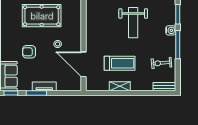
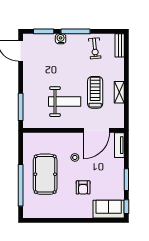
weight bench: (133, 23) -> (65, 102), moved
tv unit: (44, 86) -> (119, 145), moved

